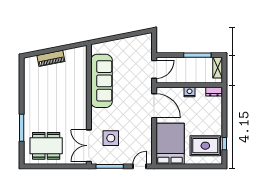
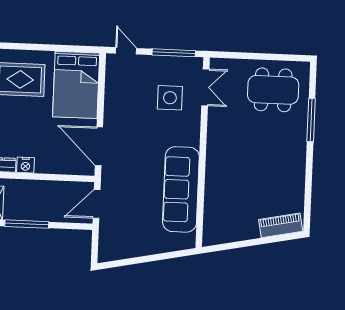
piano: (51, 58) -> (281, 225), moved
nightstand: (190, 92) -> (25, 165), moved
double door: (89, 146) -> (205, 87), width x0.73
door: (140, 166) -> (126, 51), swing flipped

